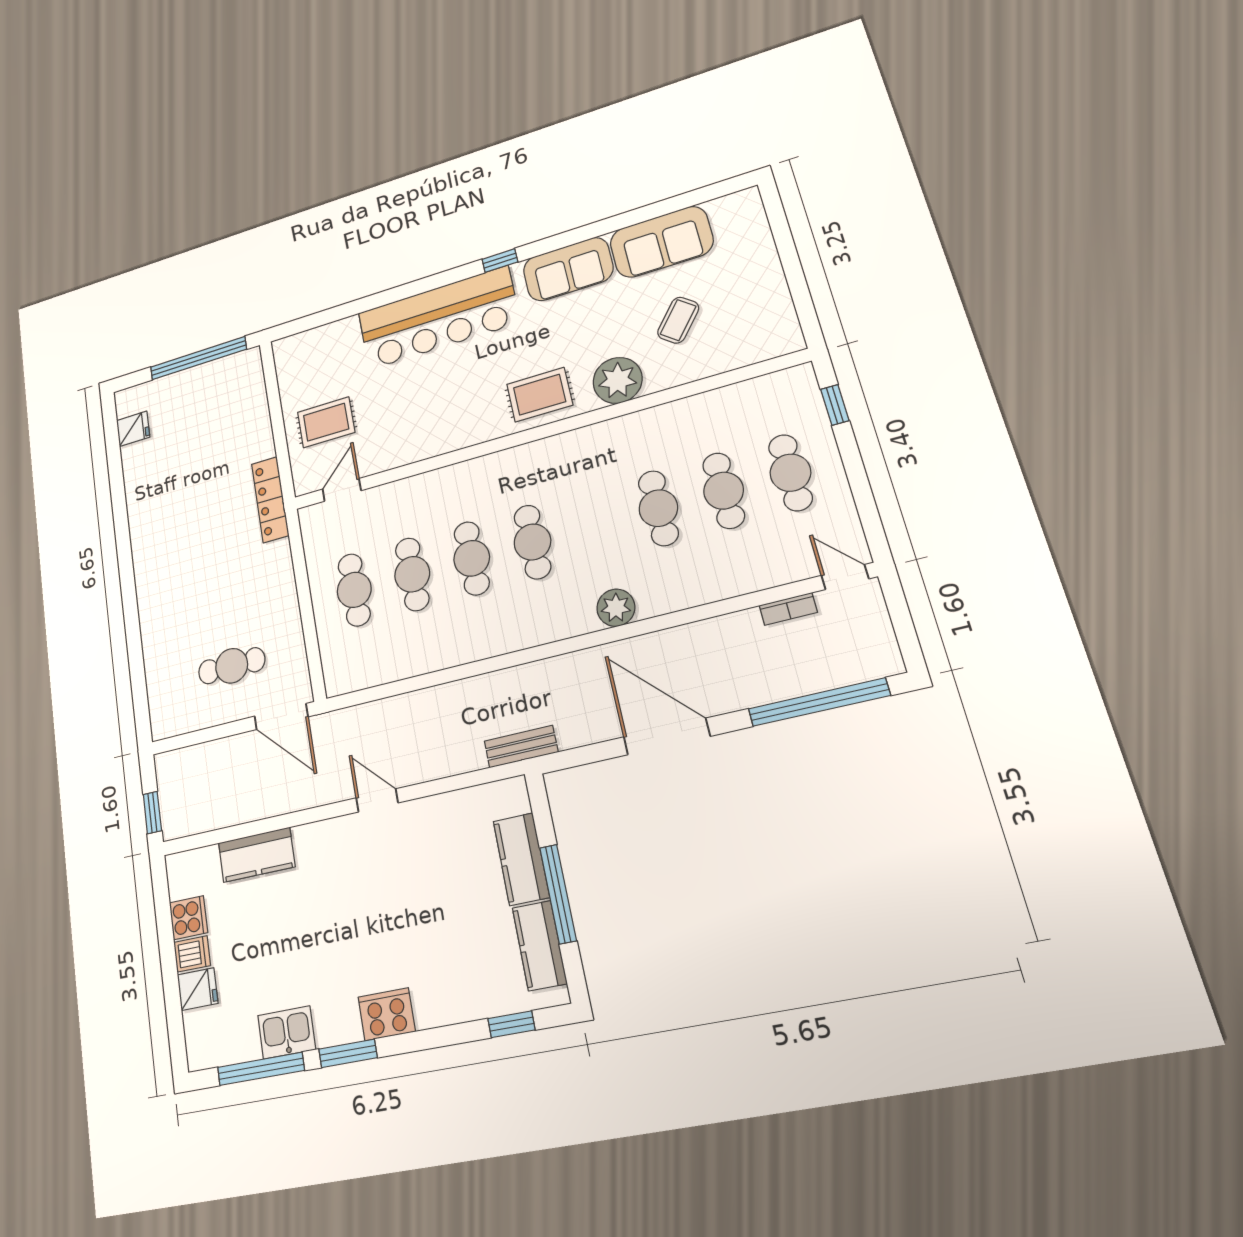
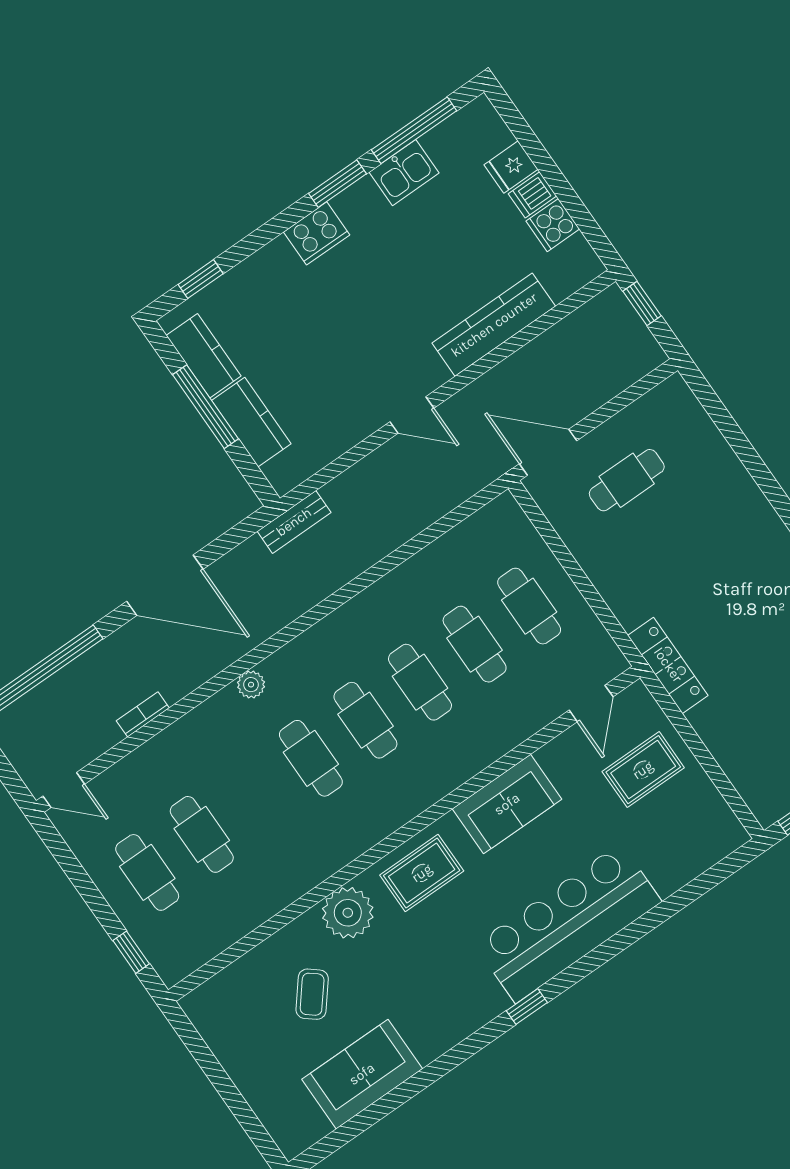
sofa: (568, 269) -> (507, 804), moved, turned 180
cafe table: (658, 508) -> (311, 758), moved
plant: (616, 608) -> (251, 685), width x0.73, depth x0.73
bookcase: (788, 609) -> (143, 714), moved
kitchen counter: (257, 855) -> (494, 325), width x1.50

